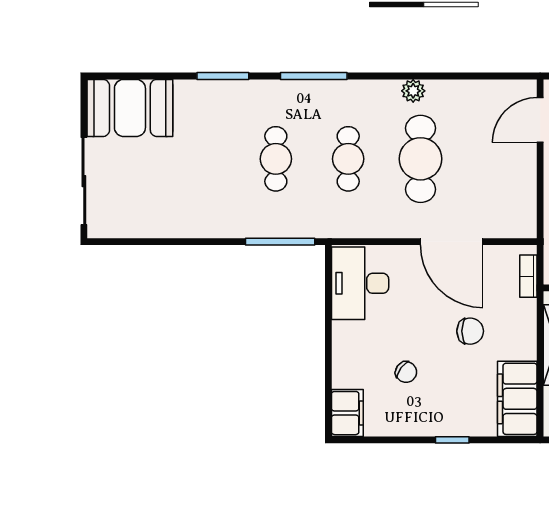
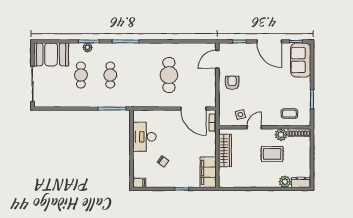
plant: (413, 91) -> (88, 47), moved
cafe table: (348, 159) -> (81, 75), moved
door: (452, 242) -> (193, 109), moved
desk: (360, 283) -> (144, 137), moved
chair: (470, 331) -> (189, 145), removed
filing cabinet: (347, 413) -> (139, 183), width x0.50

